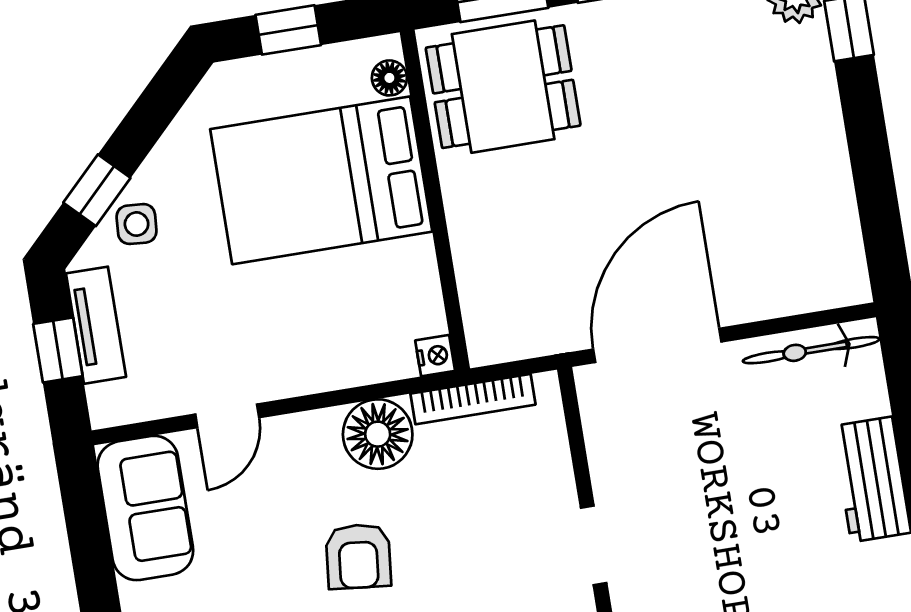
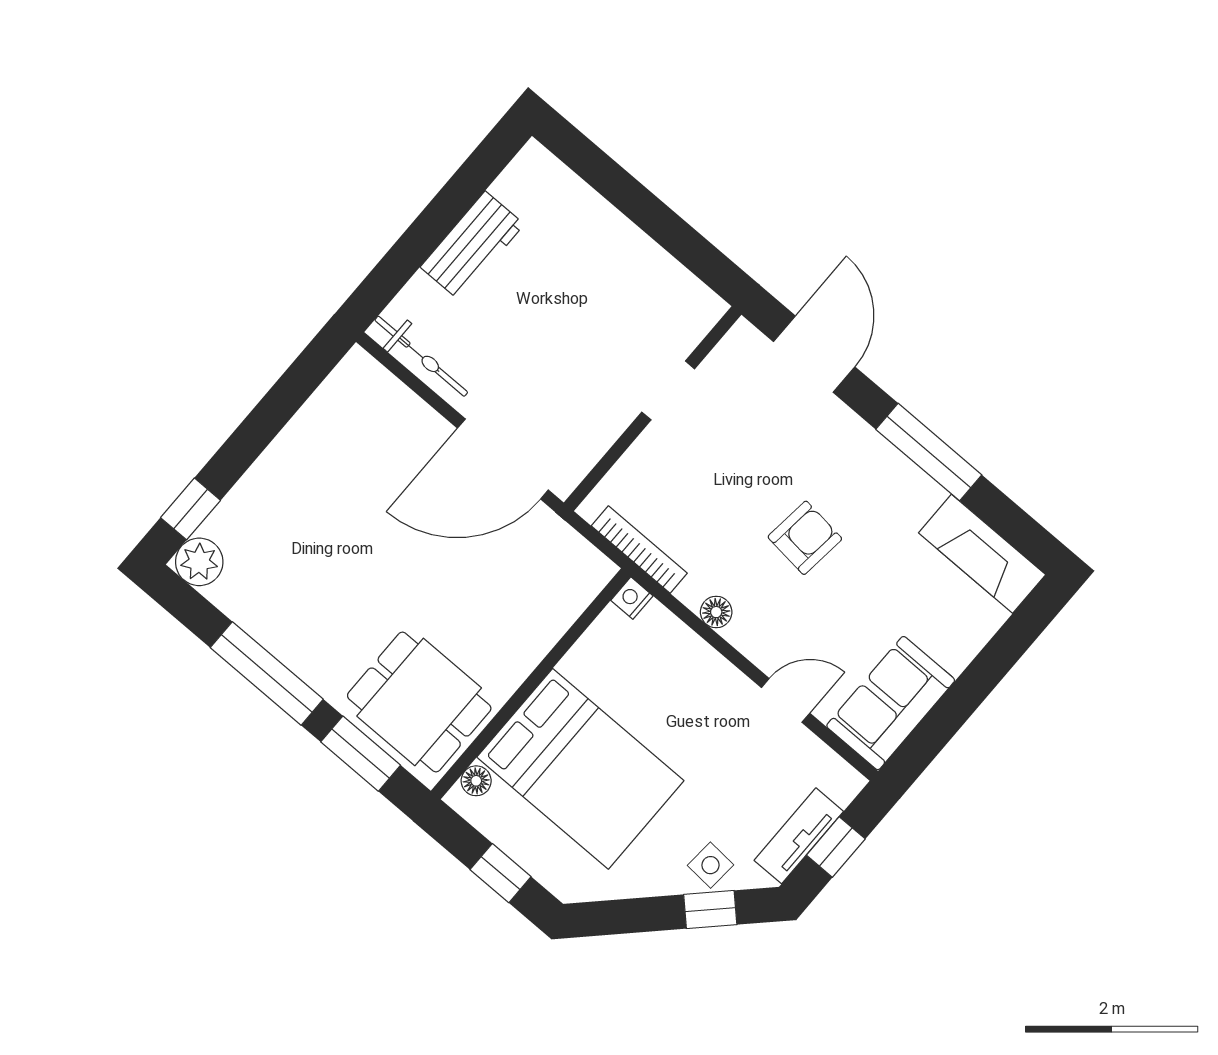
floor lamp: (378, 434) -> (716, 612), width x0.53, depth x0.53

